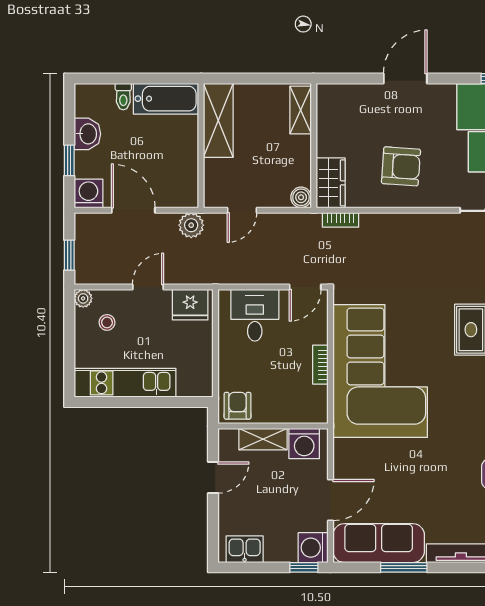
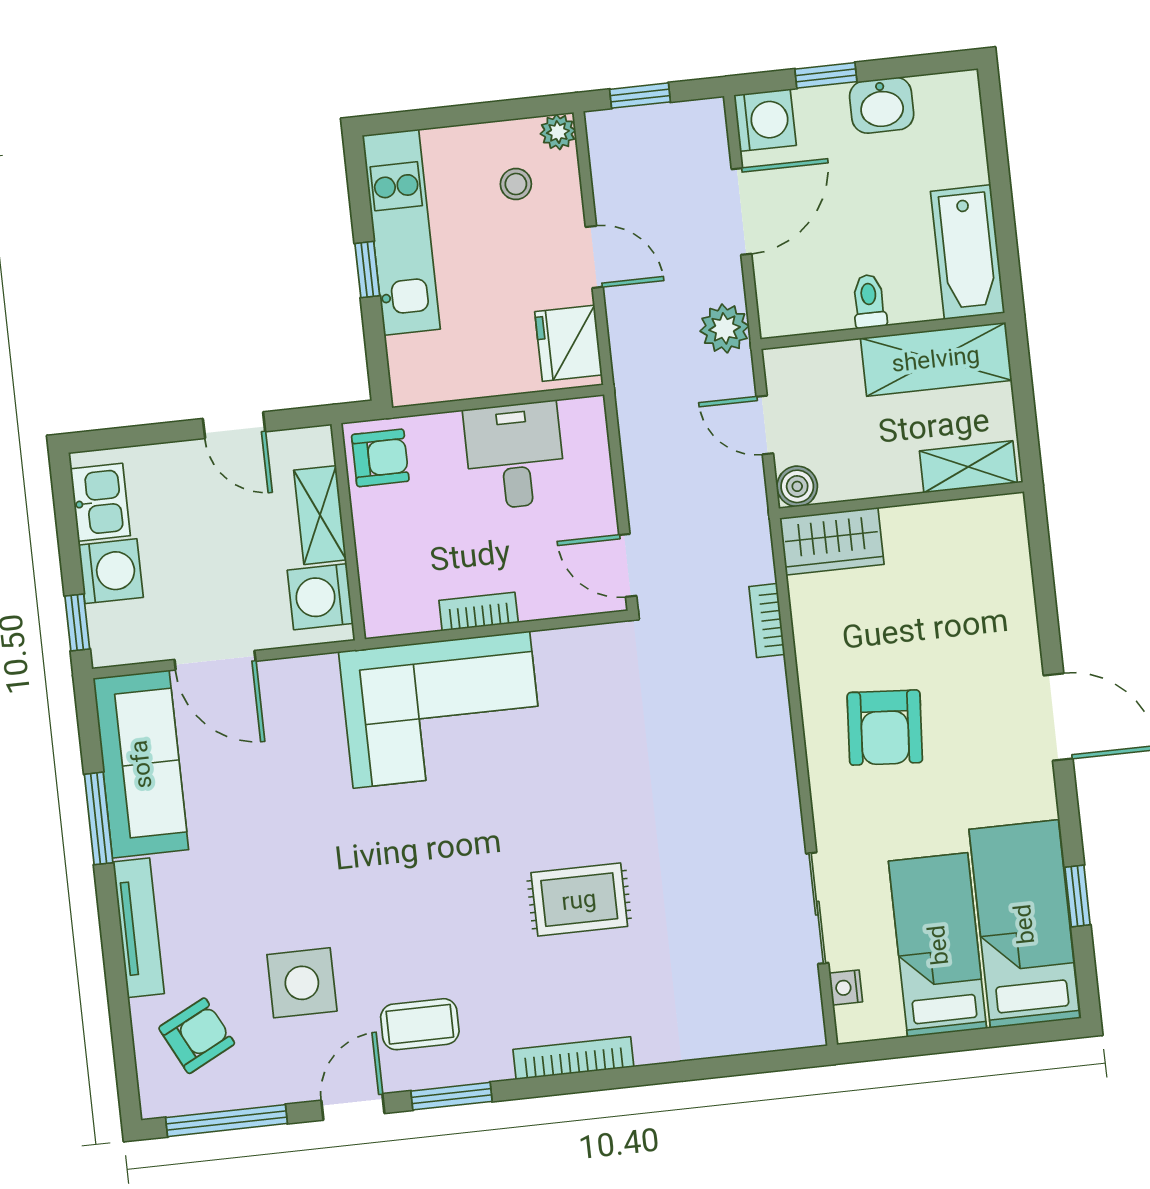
toilet: (123, 97) -> (869, 301), moved, turned 90
shelving: (301, 110) -> (968, 467), moved
wall: (314, 146) -> (901, 500), moved
wardrobe: (331, 183) -> (832, 541), moved
boiler: (301, 197) -> (797, 486), moved
desk: (255, 315) -> (515, 456), moved, turned -90
corner sofa: (380, 371) -> (441, 710), width x0.73, depth x0.74
window: (142, 402) -> (367, 270), added
washing machine: (313, 548) -> (111, 571), moved, turned 90

